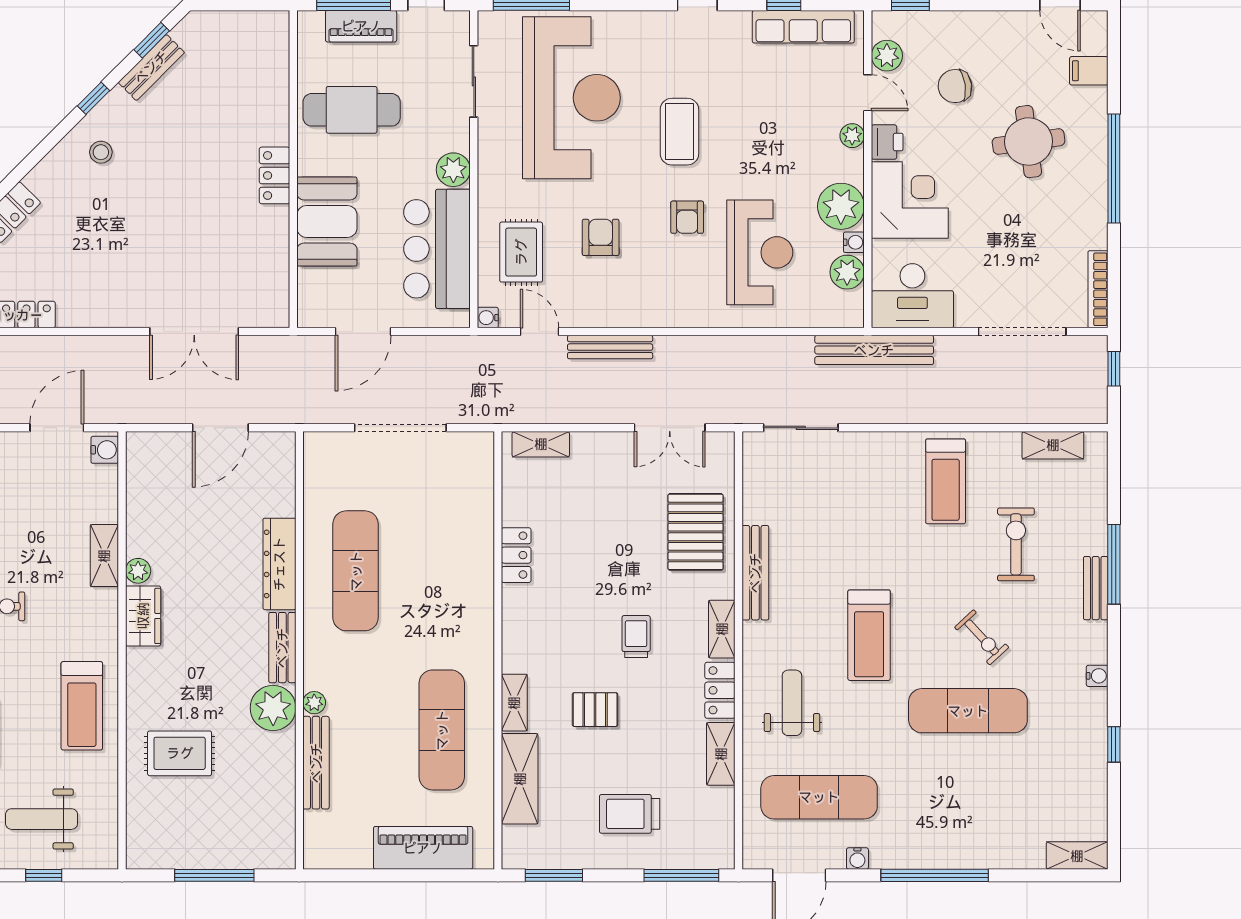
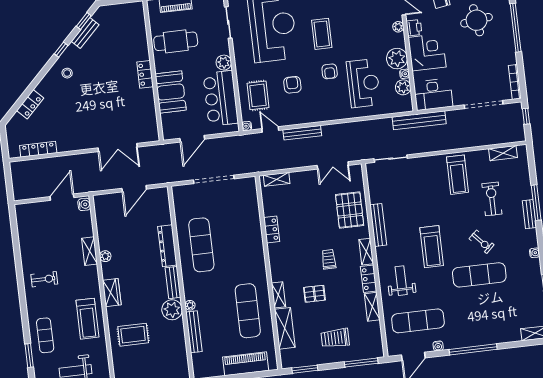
wardrobe: (143, 616) -> (112, 293), moved

